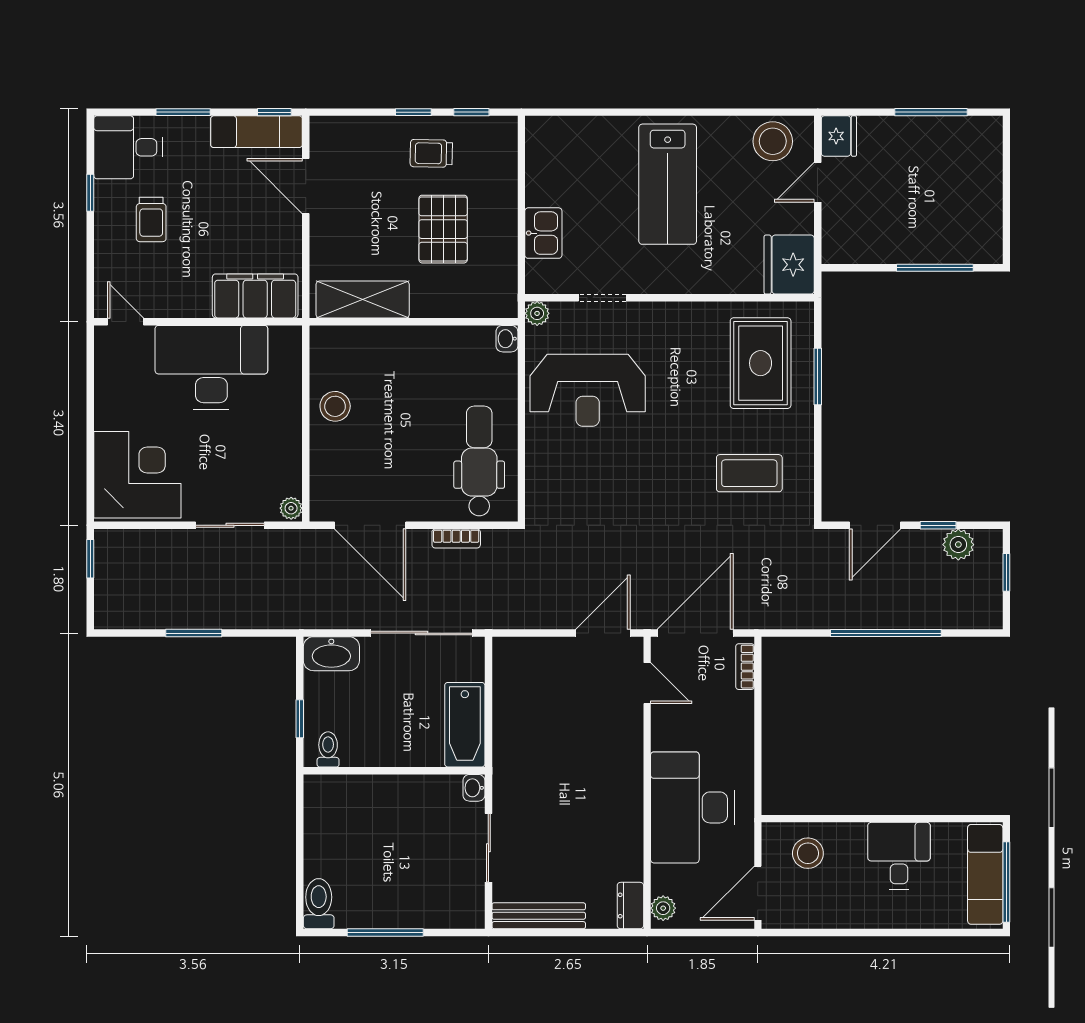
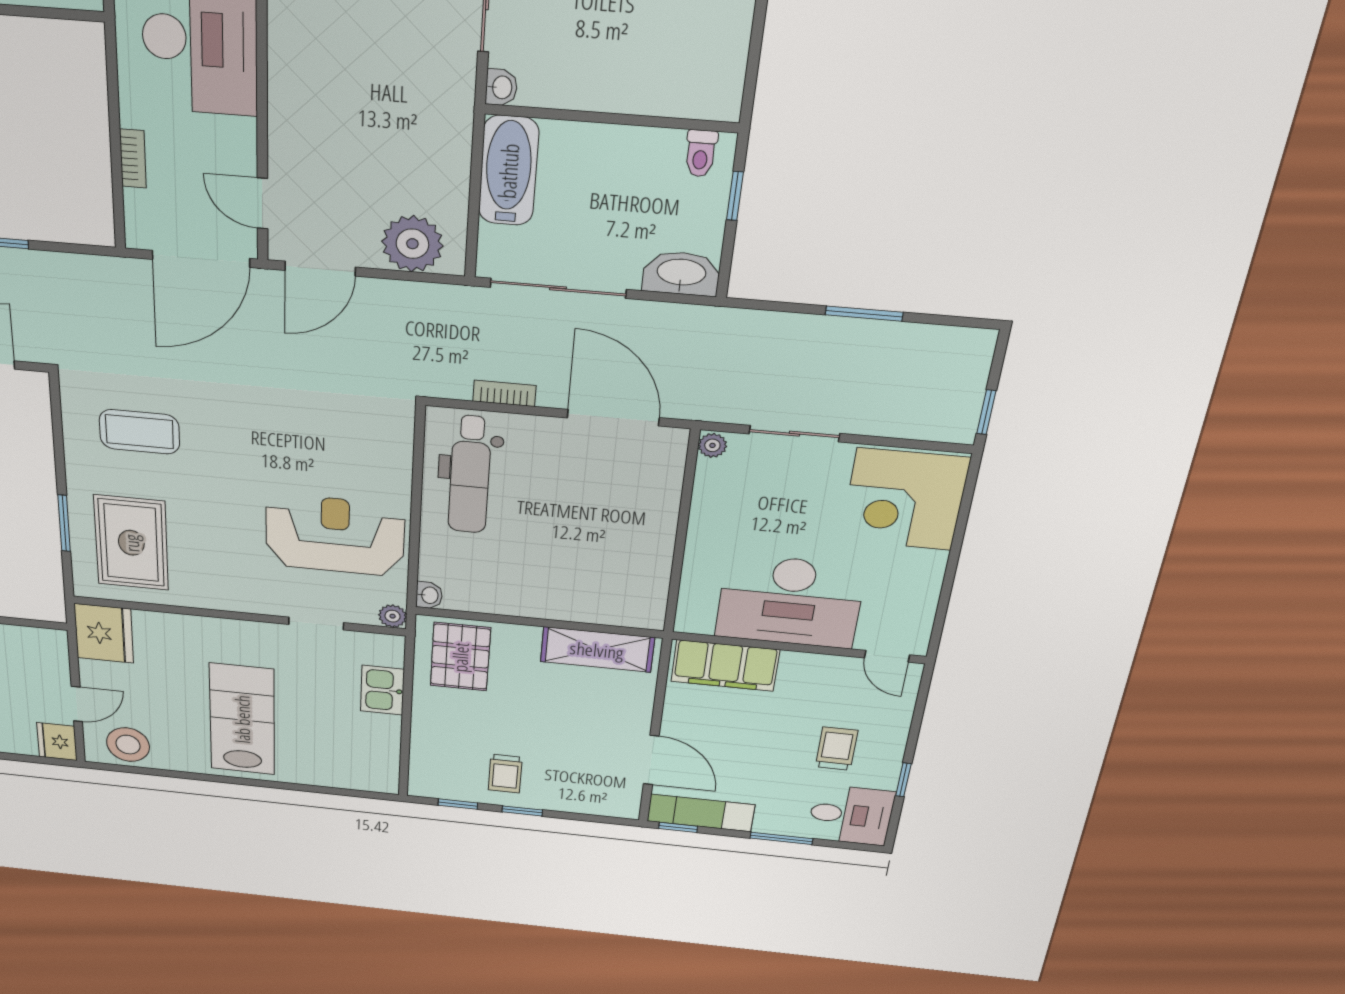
trolley: (431, 153) -> (505, 774), turned 89
pallet: (443, 229) -> (460, 657), moved
stool: (335, 406) -> (643, 548), removed
plant: (533, 660) -> (412, 244), added
bookcase: (745, 667) -> (133, 159), moved

